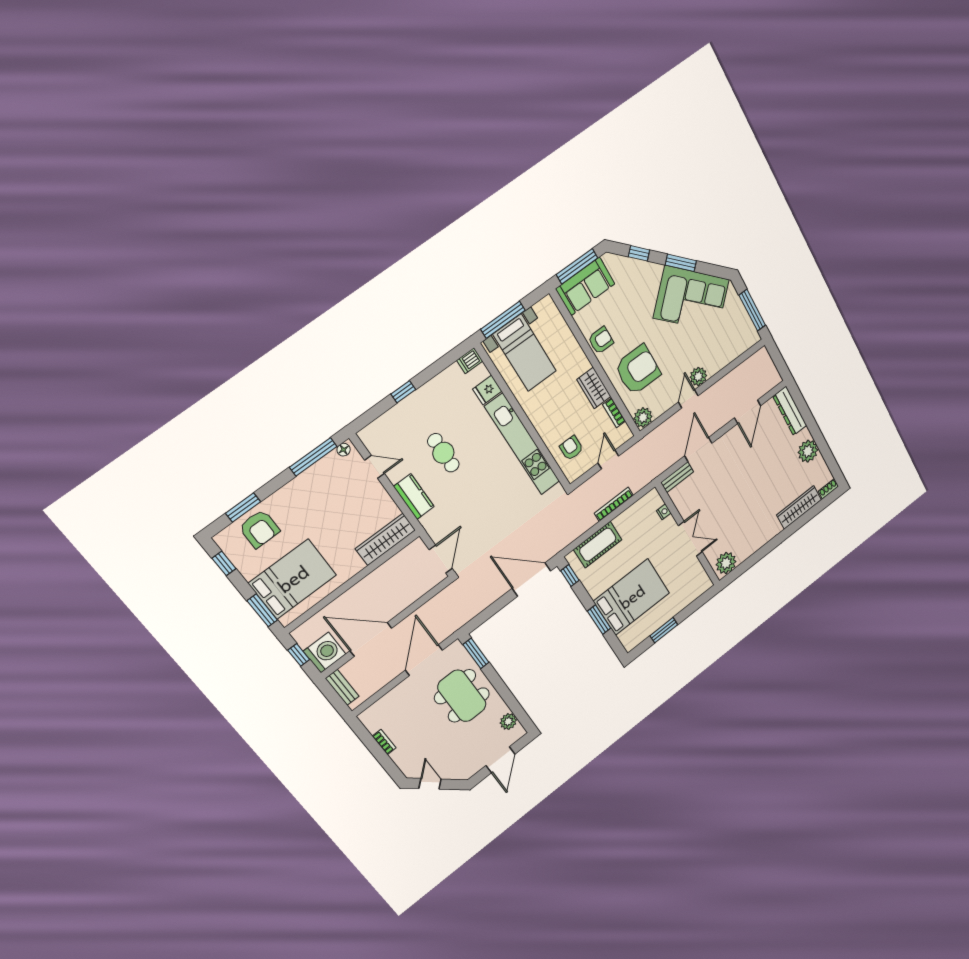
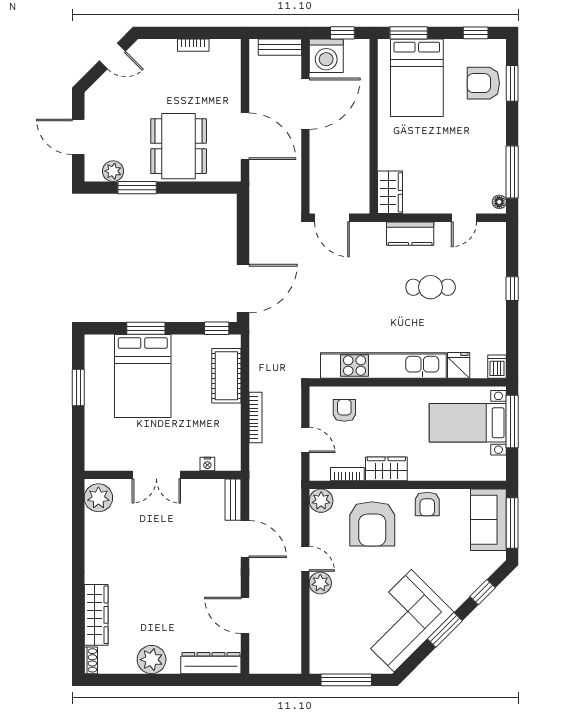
armchair: (571, 448) -> (344, 410), turned -90
wardrobe: (385, 539) -> (390, 192), width x0.67
window: (476, 653) -> (137, 188), moved
dining table: (462, 696) -> (179, 146), turned 90

